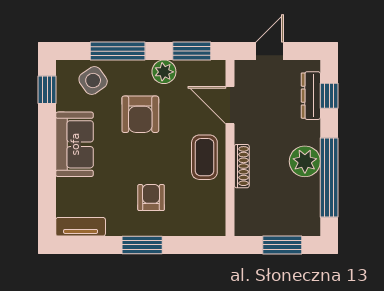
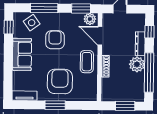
plant: (164, 72) -> (90, 19), moved
dresser: (311, 96) -> (140, 44), moved
armchair: (140, 114) -> (55, 40), turned 180
armchair: (151, 198) -> (60, 81), width x1.88, depth x1.88

